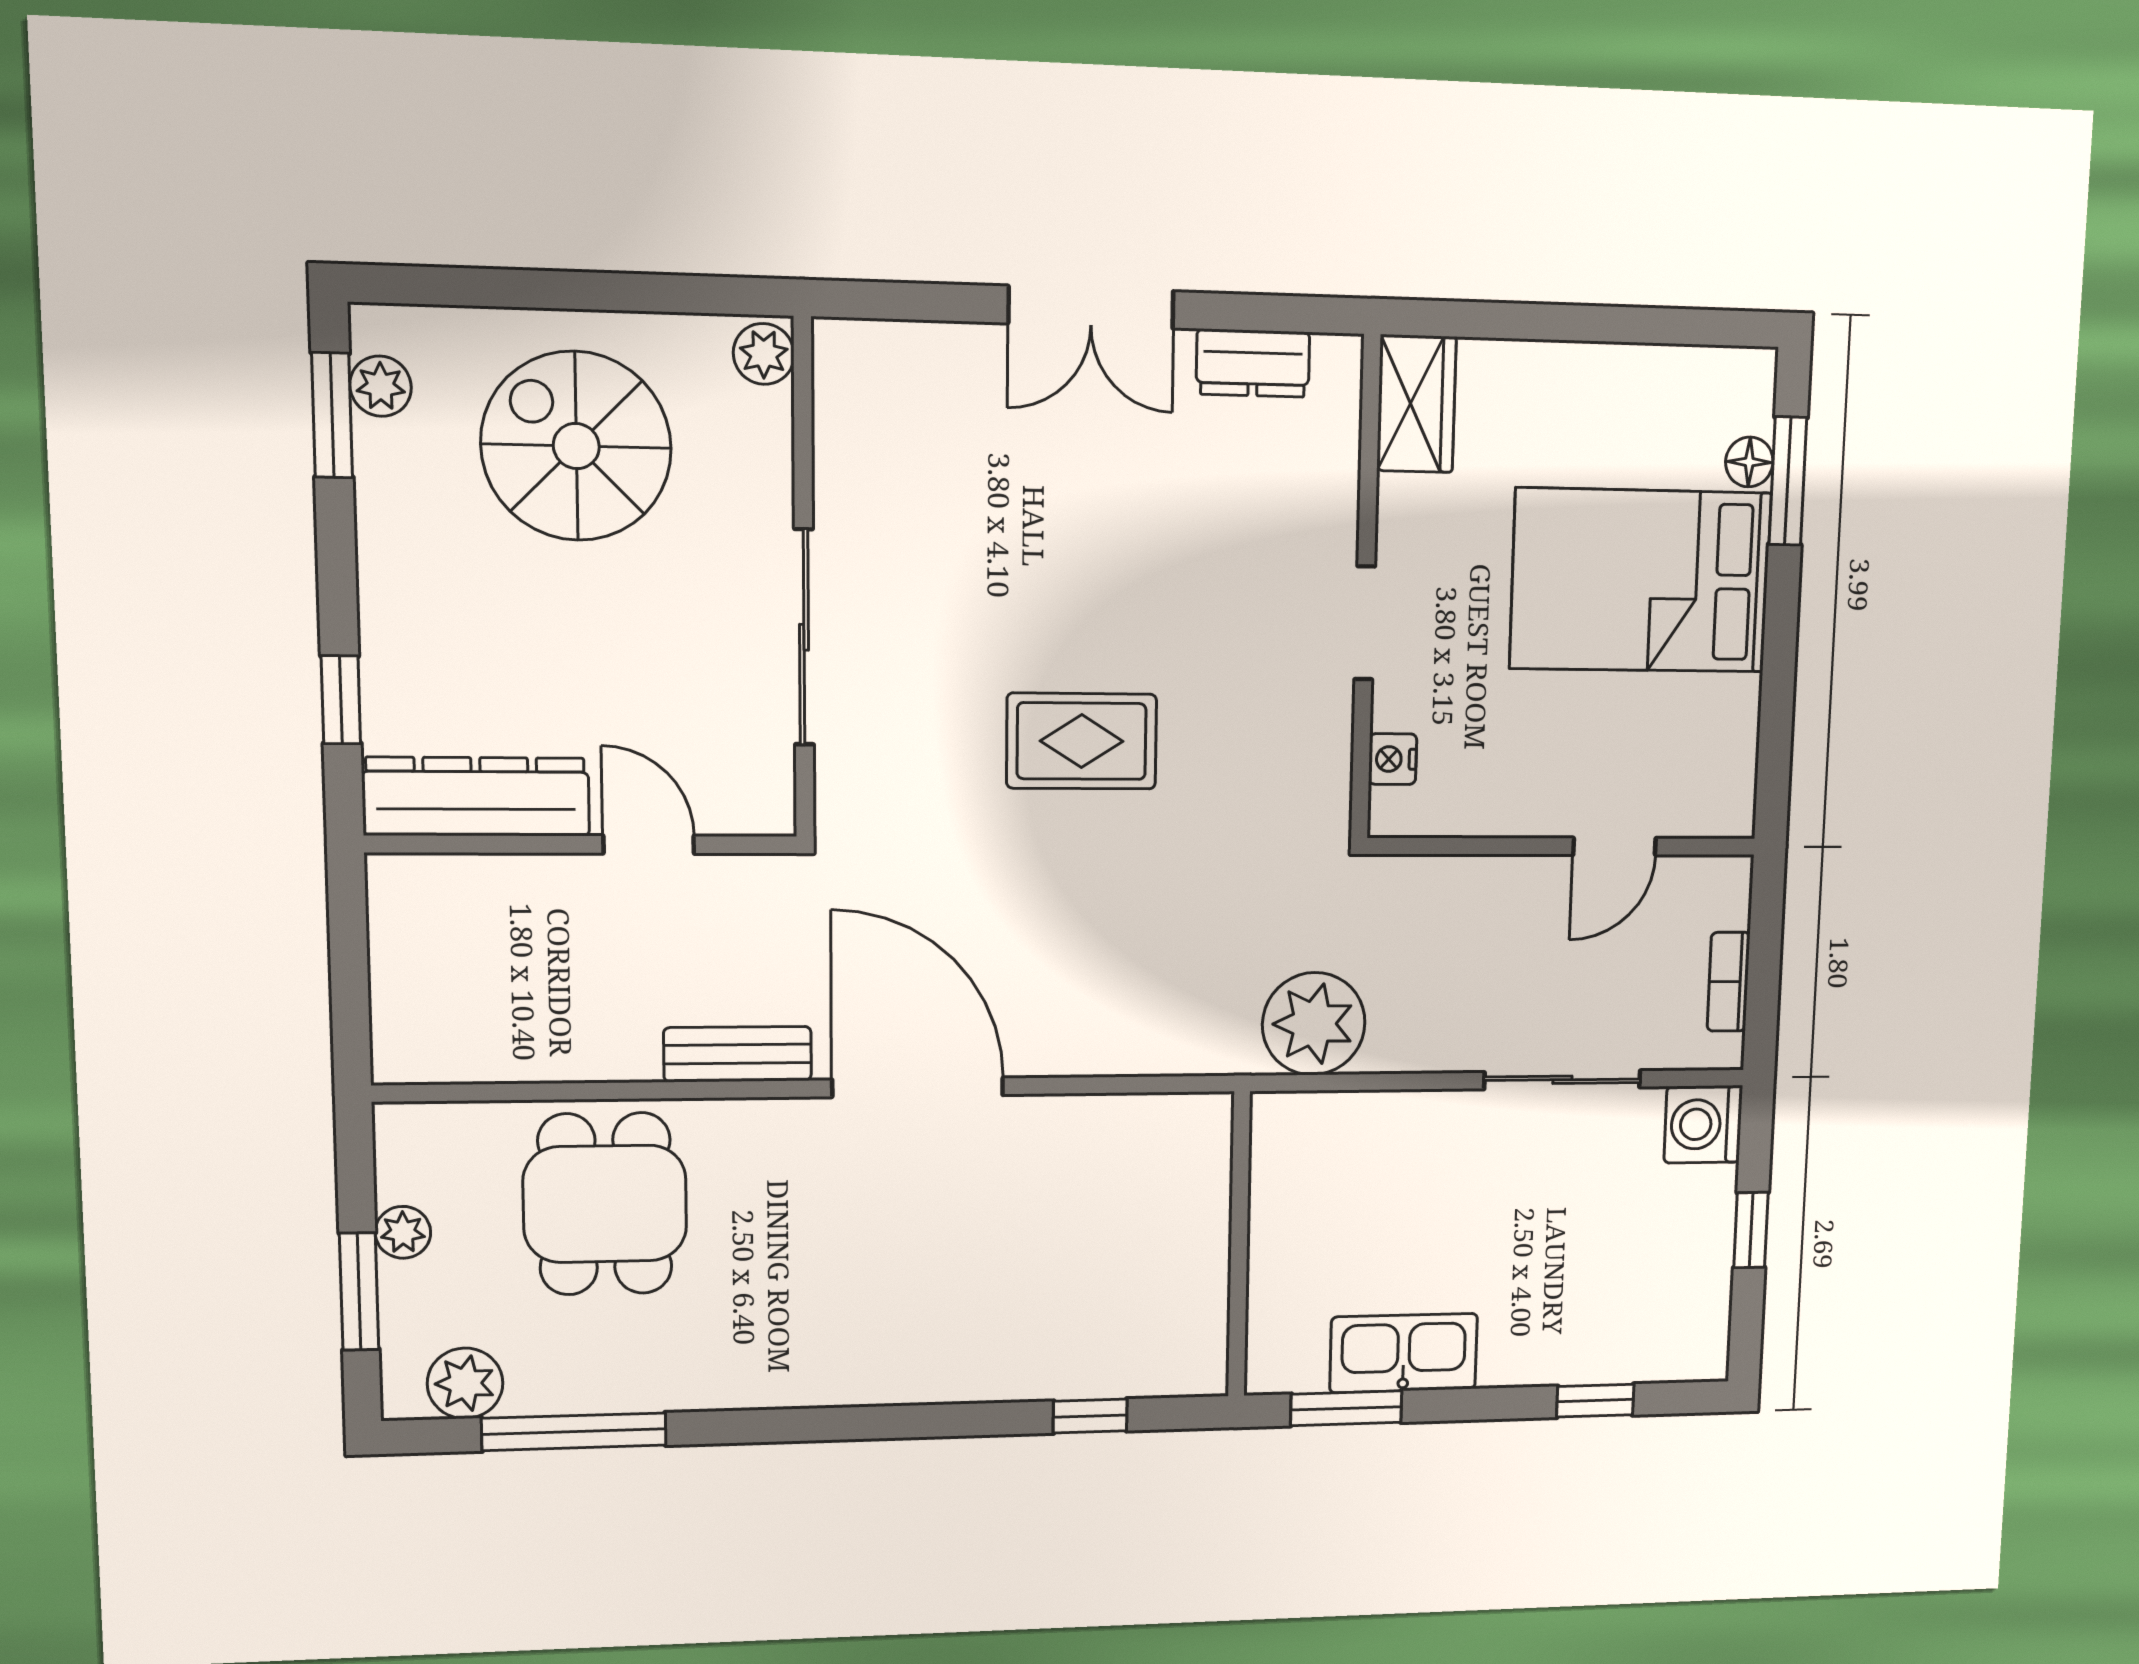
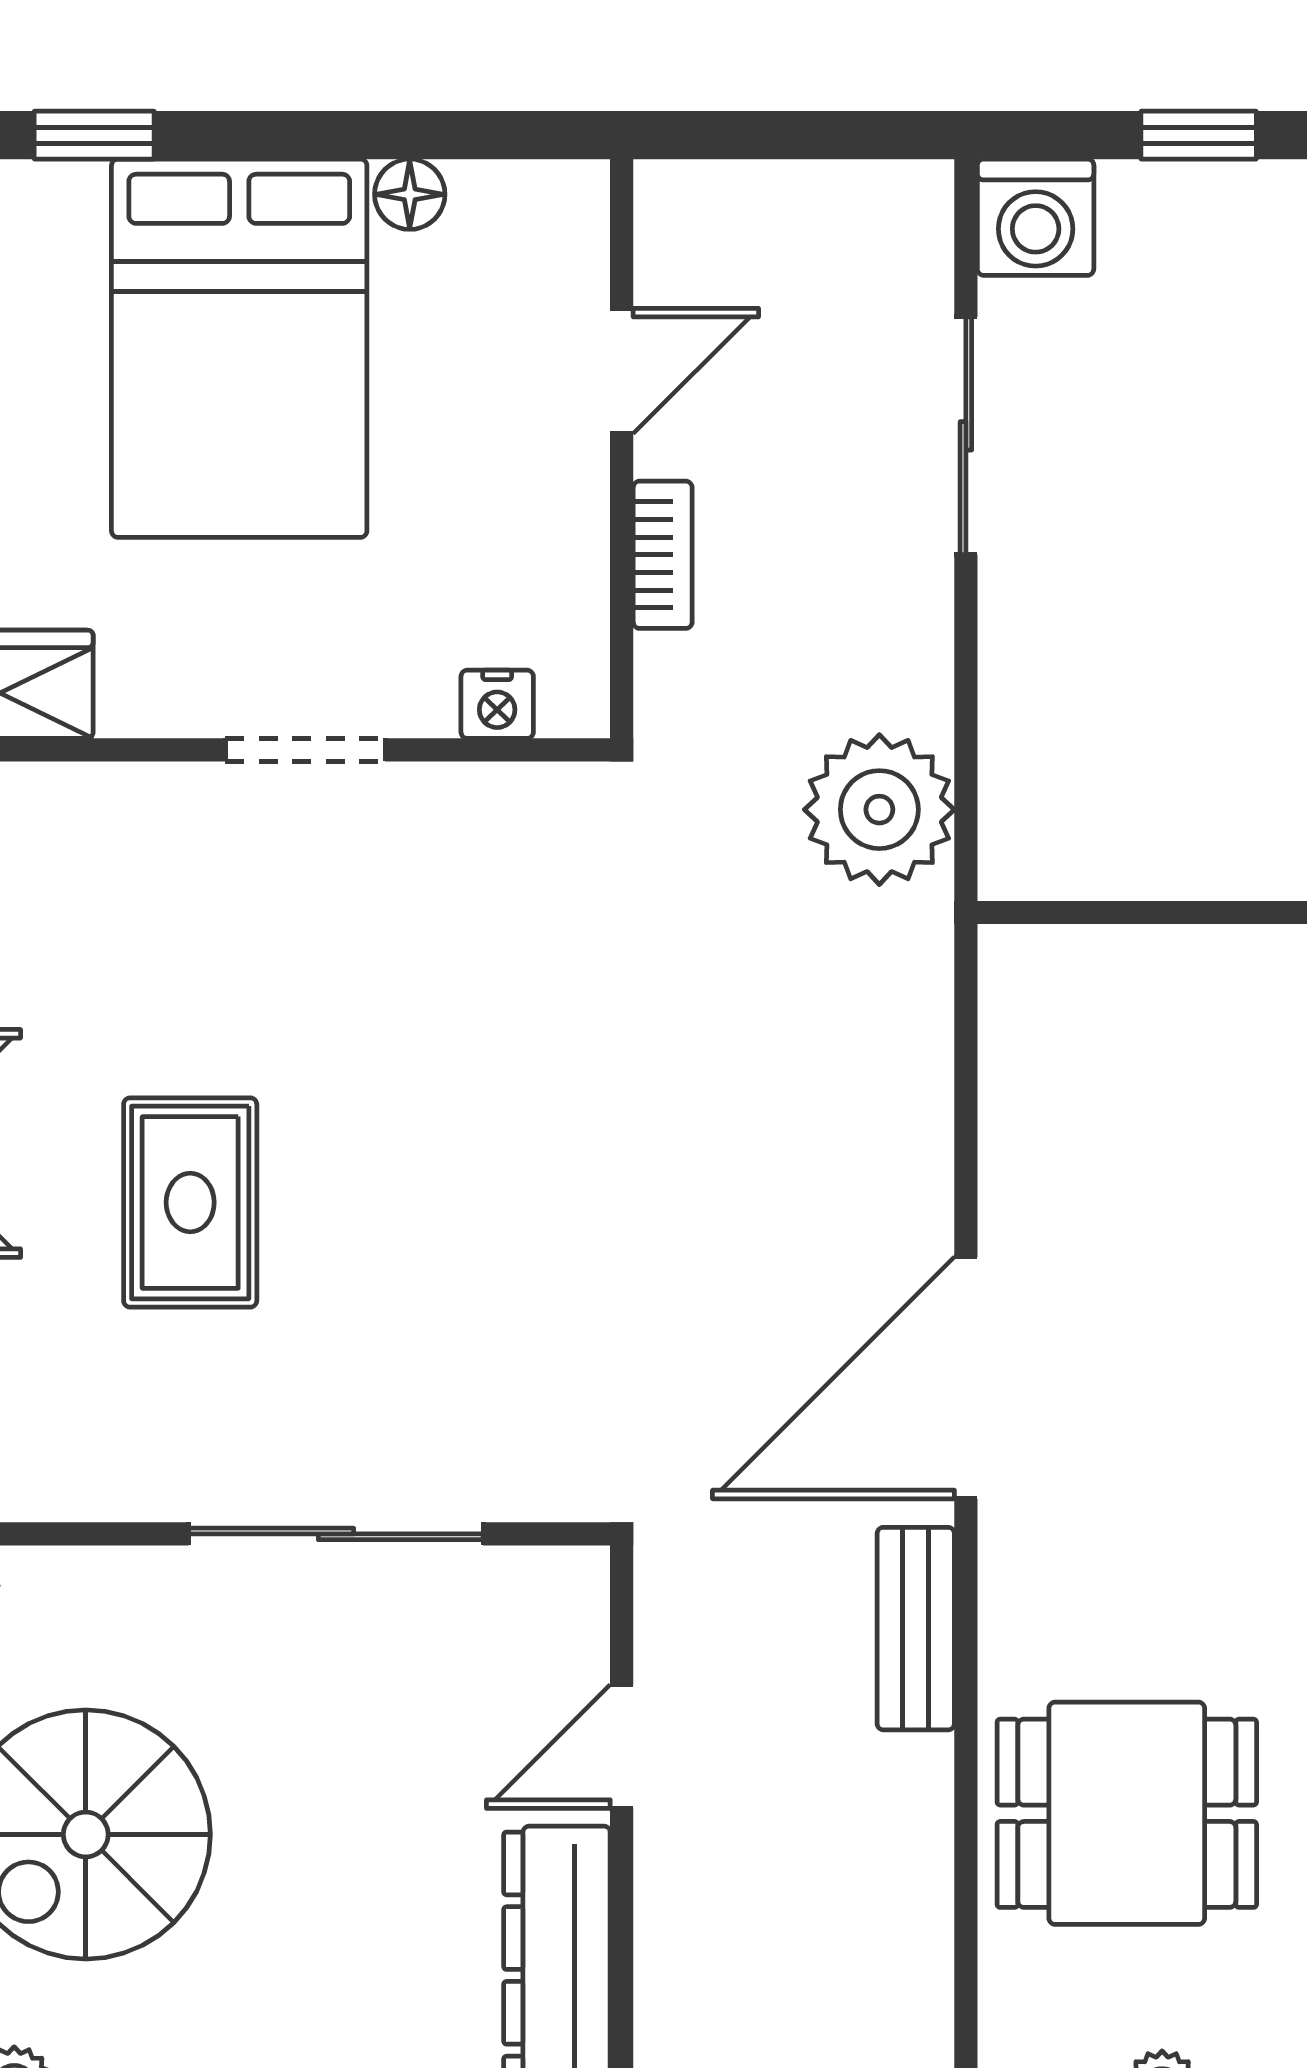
floor lamp: (1749, 462) -> (410, 194), moved
window: (1788, 481) -> (94, 135), width x0.67
rug: (1082, 741) -> (190, 1202), moved
door: (1615, 846) -> (622, 371), hinge flipped
bookcase: (1729, 982) -> (663, 555), moved, turned -90

